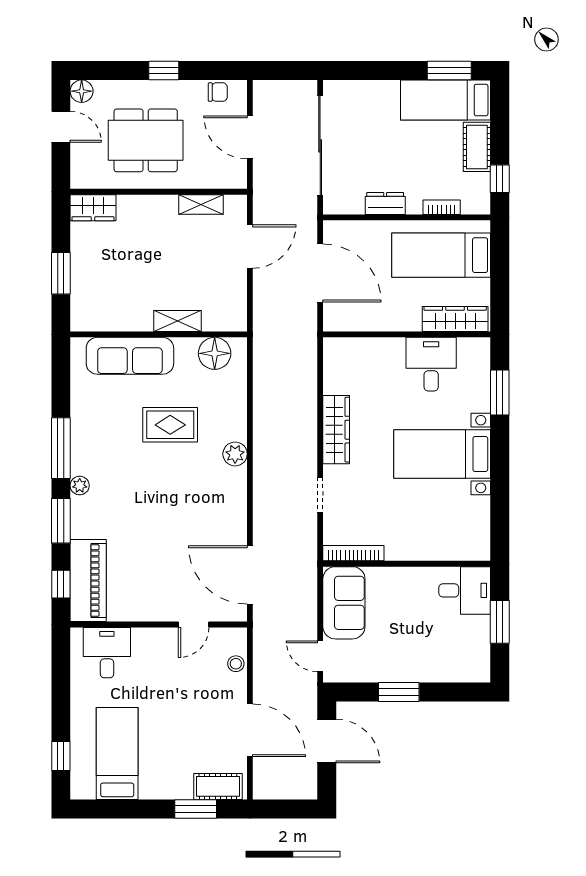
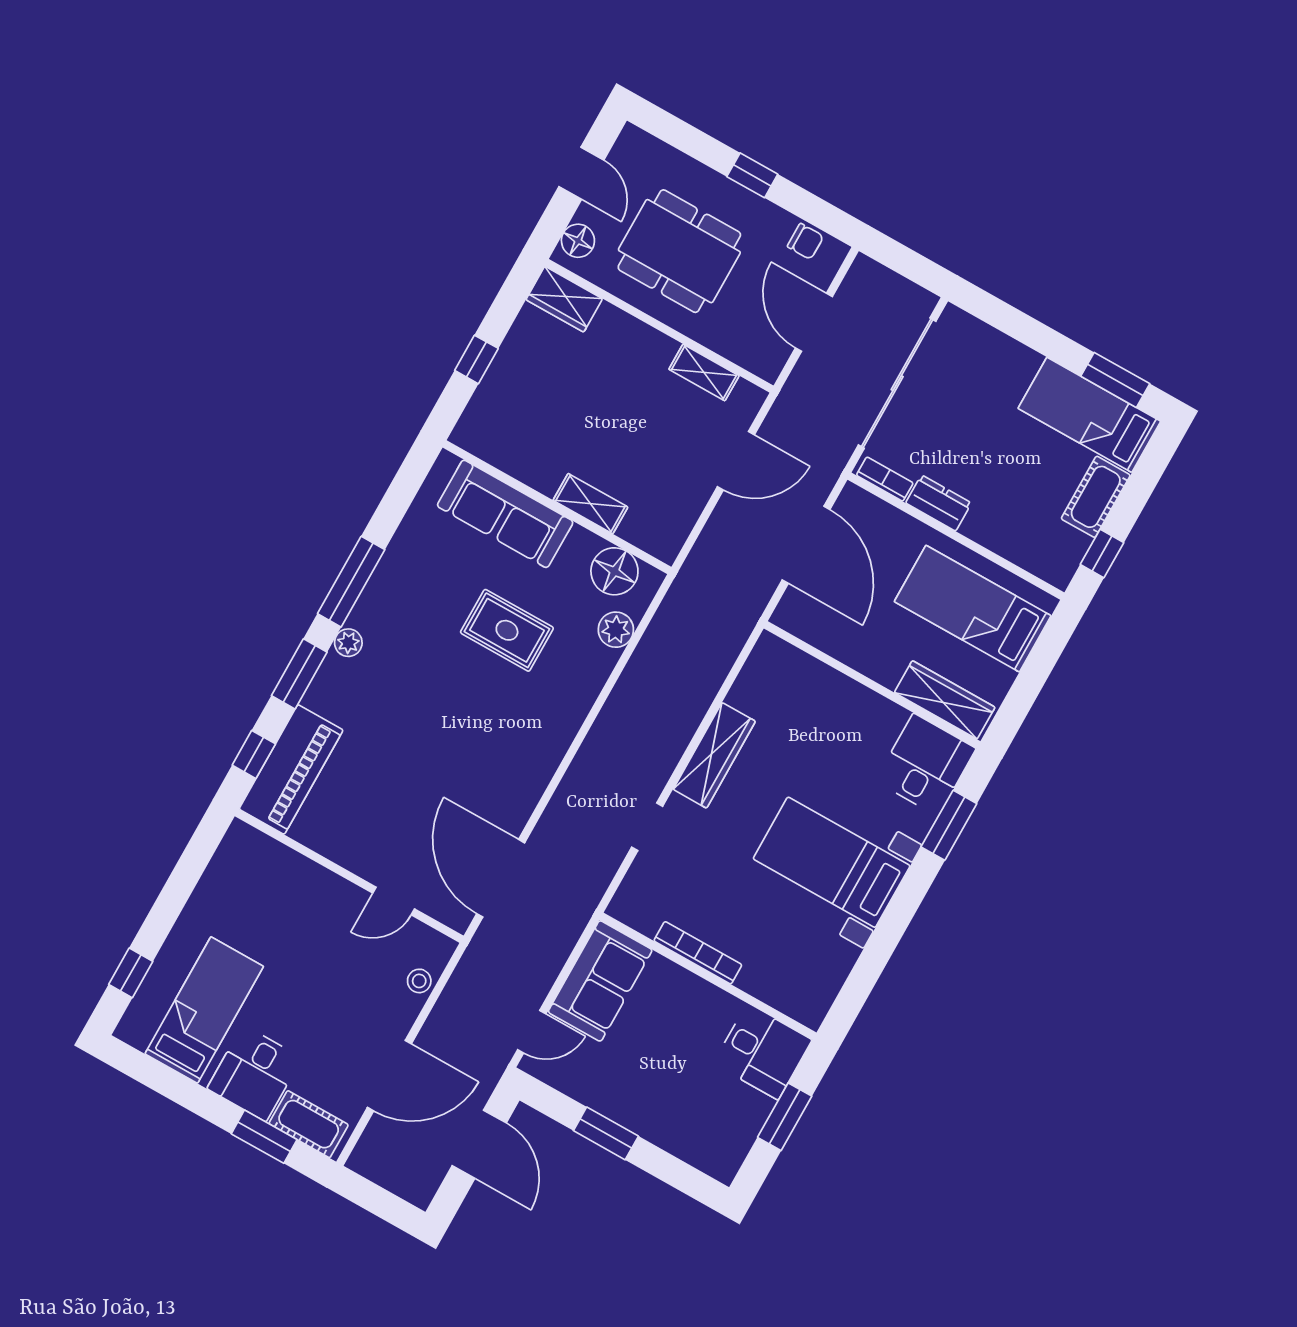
floor lamp: (82, 91) -> (578, 241), moved
bookcase: (442, 207) -> (885, 479), moved
window: (61, 273) -> (476, 359), width x0.67
desk: (431, 364) -> (926, 765), moved
plant: (235, 454) -> (616, 630), moved
bookcase: (353, 553) -> (698, 953), moved
desk: (107, 653) -> (254, 1073), moved, turned 180
door: (320, 656) -> (532, 1032), swing flipped
door: (250, 730) -> (389, 1076), hinge flipped

